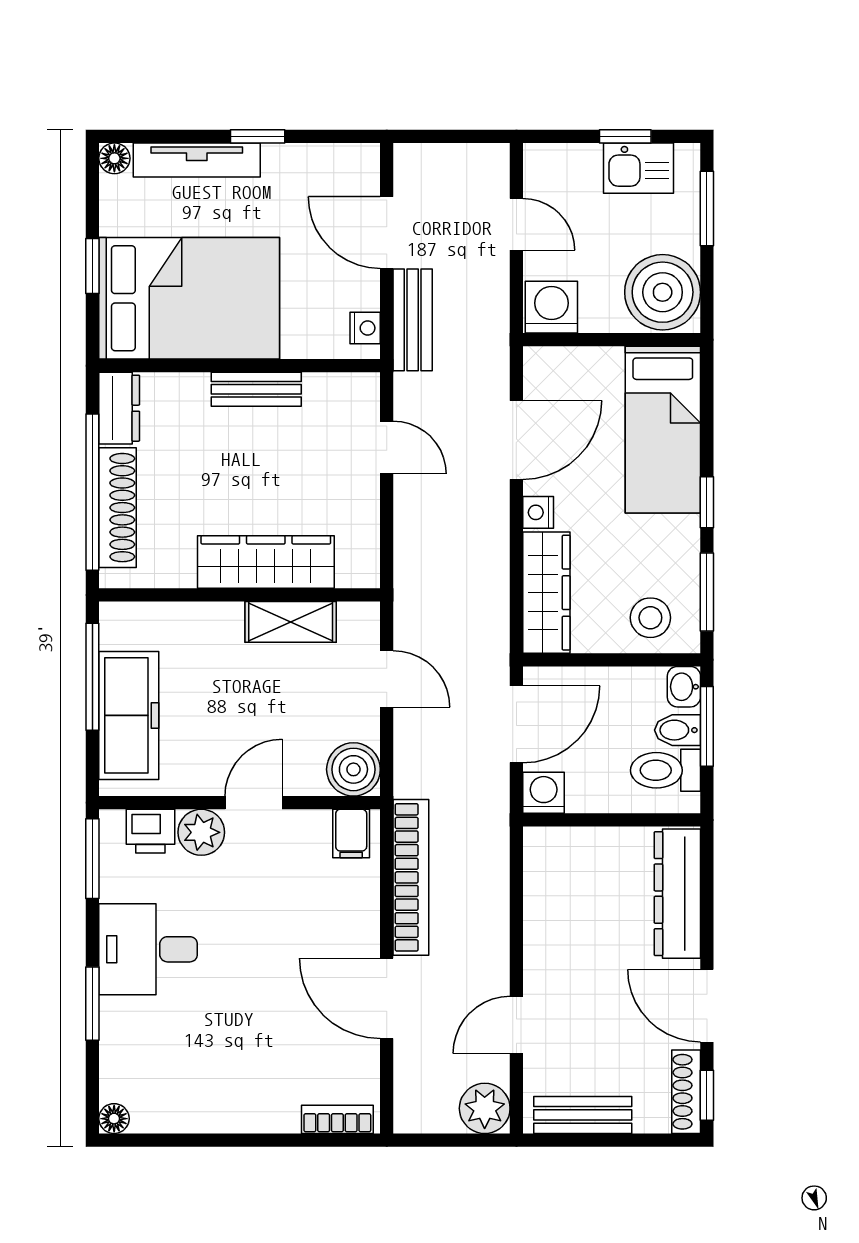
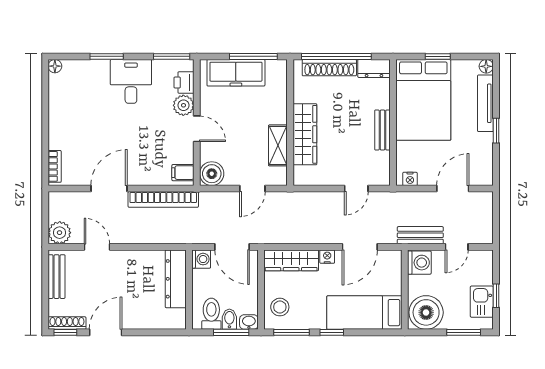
bench: (413, 320) -> (420, 235), moved
door: (516, 440) -> (360, 247), hinge flipped
dresser: (677, 894) -> (176, 279), moved, turned -90

